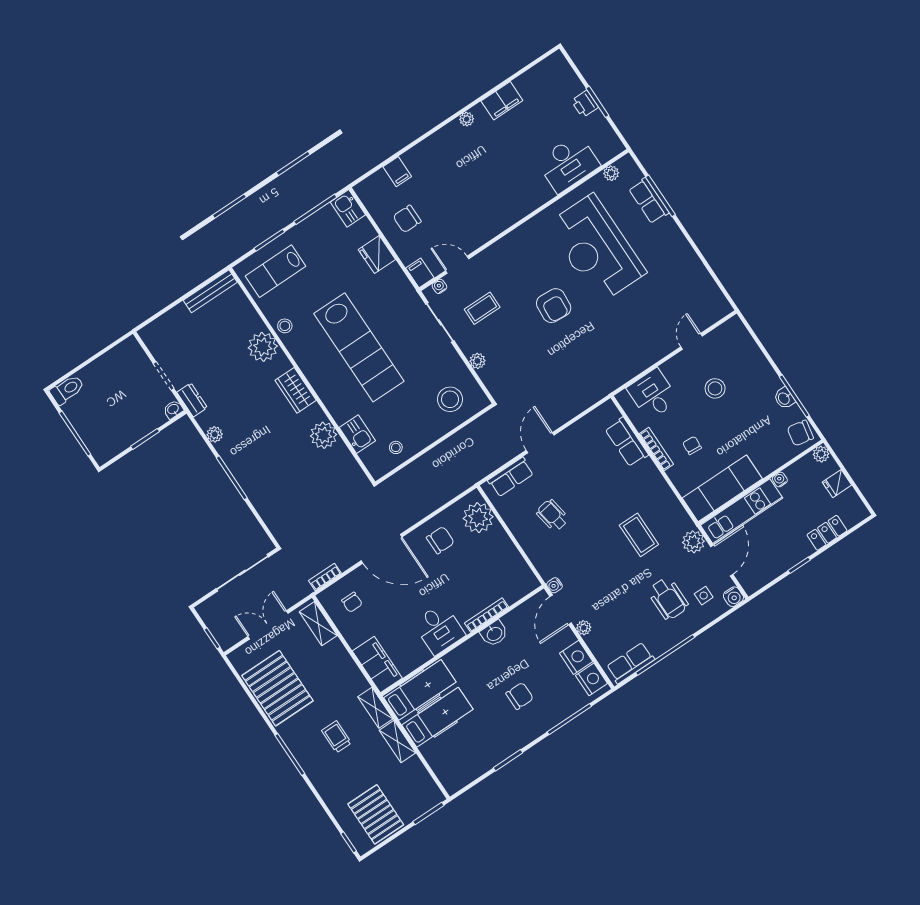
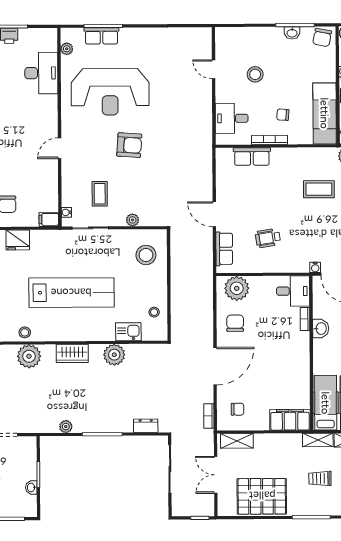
door: (457, 265) -> (60, 148), moved
dresser: (192, 400) -> (146, 426), moved
washbasin: (173, 409) -> (31, 487), moved
bookcase: (486, 615) -> (305, 319), width x0.64
desk: (439, 629) -> (293, 291), moved

